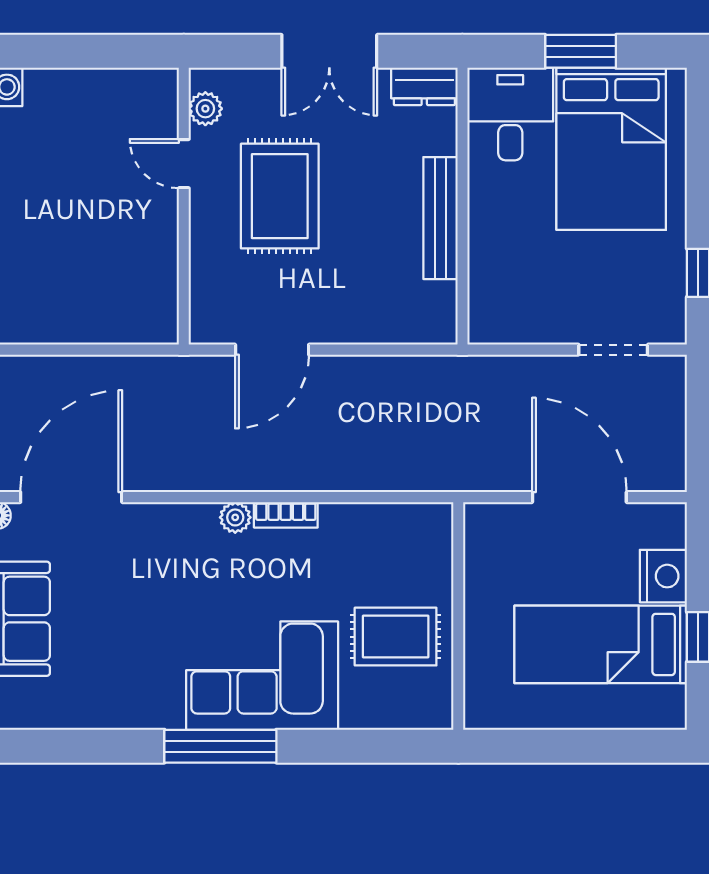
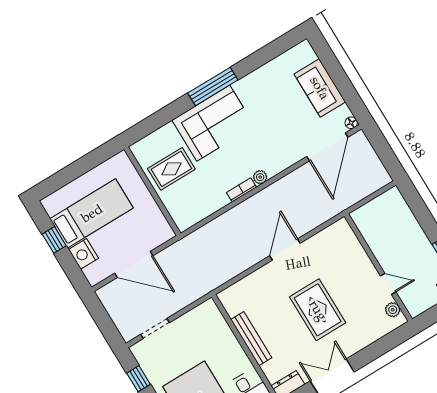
plant: (205, 109) -> (393, 310), moved
door: (184, 164) -> (388, 284), moved
wall: (184, 206) -> (378, 268), moved

